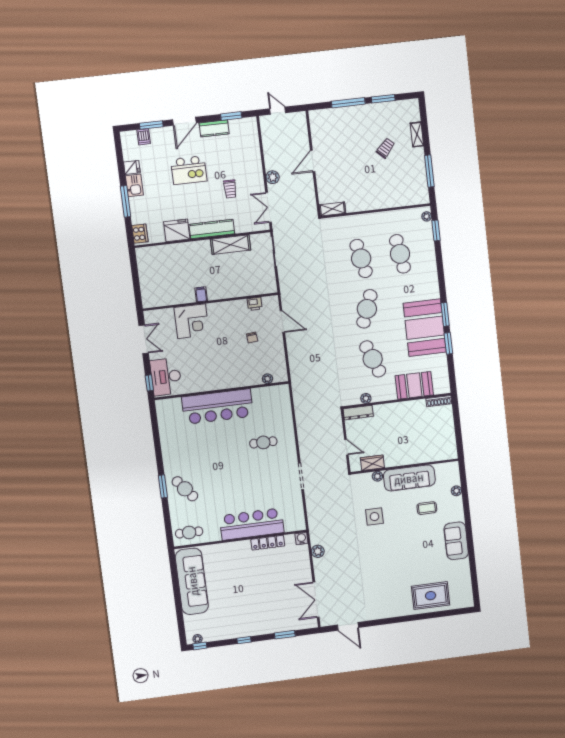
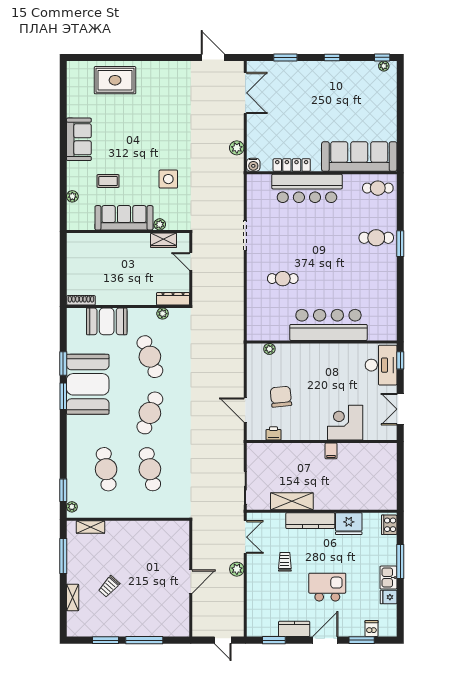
shelving: (332, 209) -> (90, 527), moved
chair: (252, 338) -> (281, 397), width x1.87, depth x1.87
cafe table: (185, 489) -> (376, 238), turned -51
sofa: (192, 581) -> (359, 157), moved, turned 90

